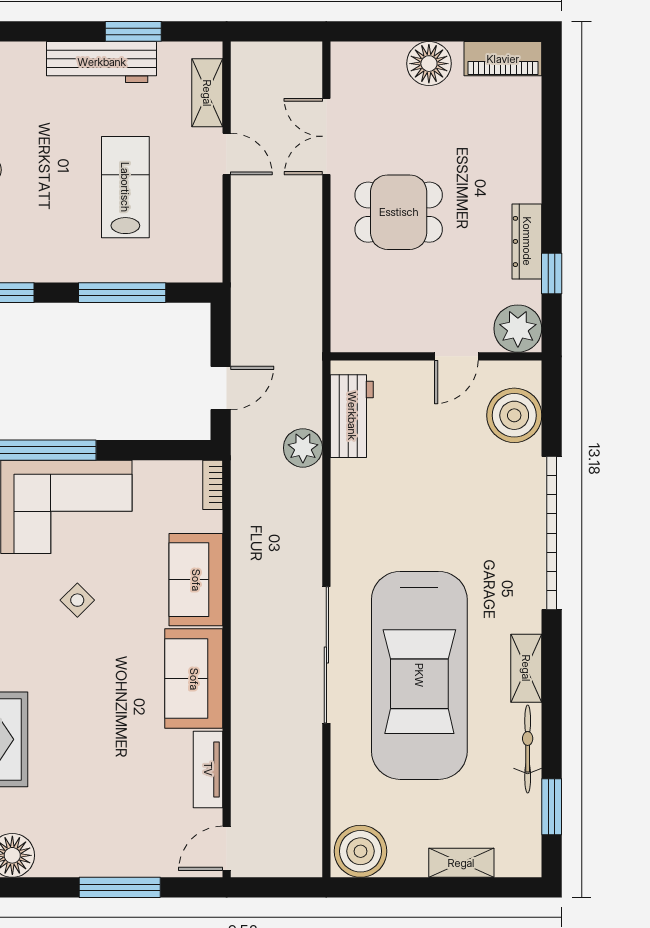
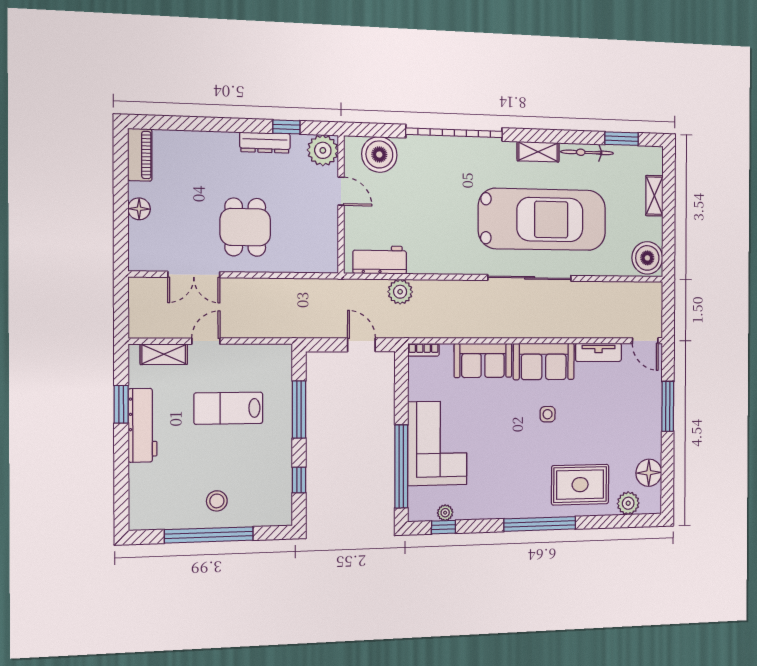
floor lamp: (429, 64) -> (139, 209), width x0.73, depth x0.73
side table: (77, 600) -> (548, 414), moved, turned 45

